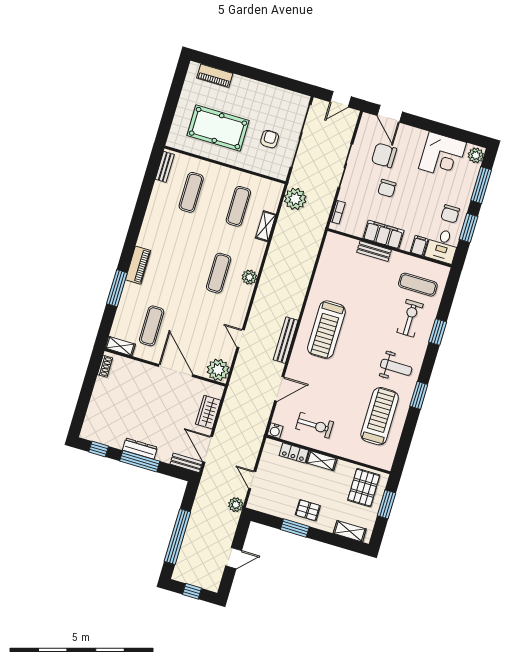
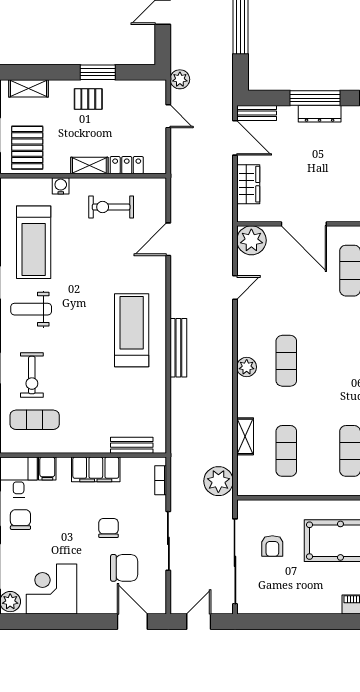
bench: (374, 251) -> (132, 445), moved
door: (241, 339) -> (235, 287), hinge flipped
bench: (286, 340) -> (178, 348), moved
water cooler: (275, 431) -> (61, 186), moved

